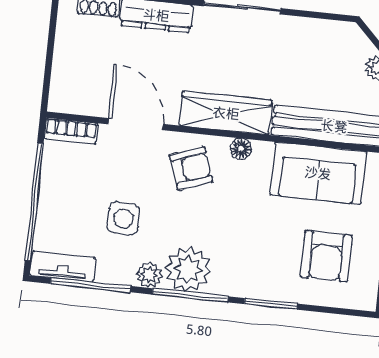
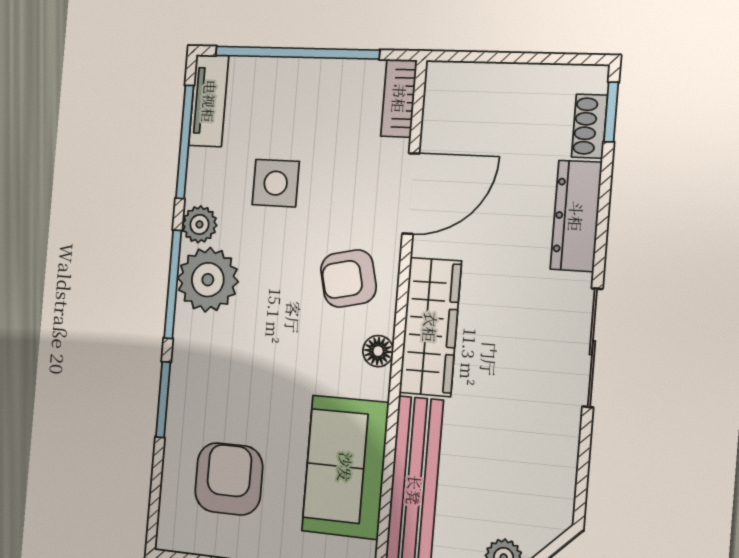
armchair: (191, 168) -> (348, 278), turned 97
armchair: (326, 256) -> (229, 479), turned 90

